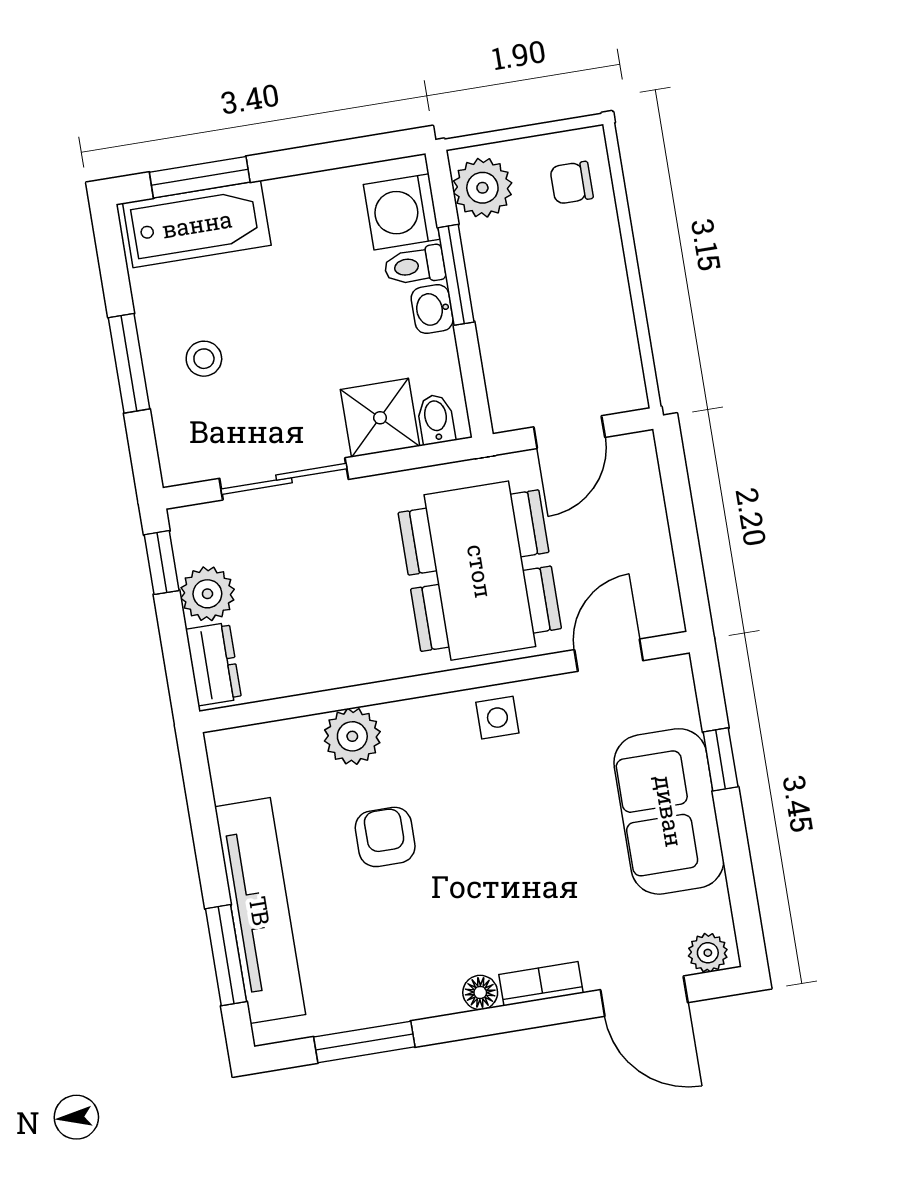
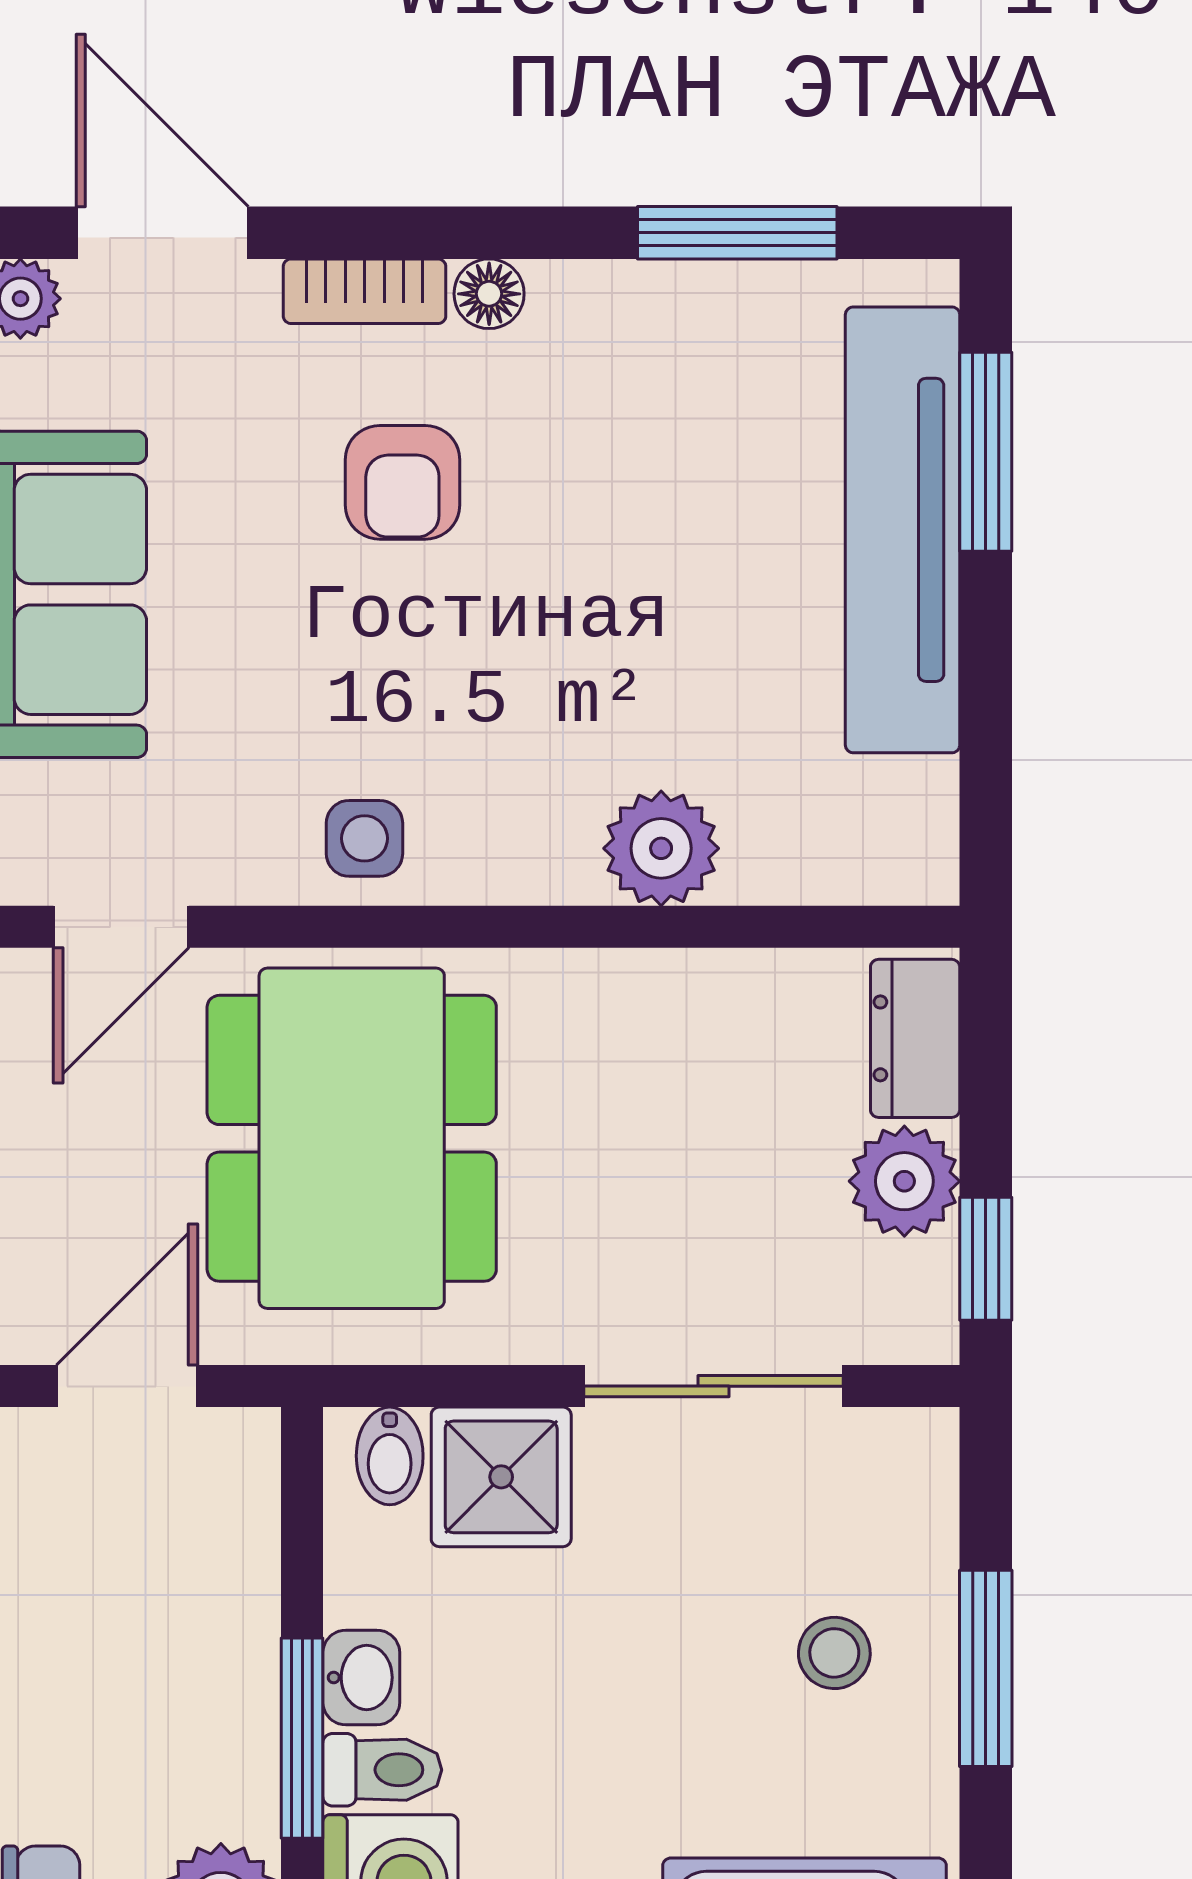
armchair: (385, 837) -> (402, 482), moved

